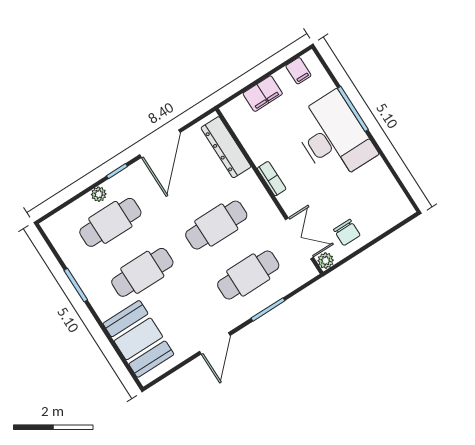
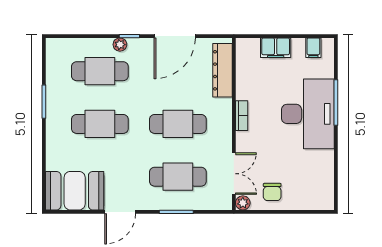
plant: (99, 194) -> (120, 45), moved
booth: (138, 339) -> (75, 191), moved, turned 90

